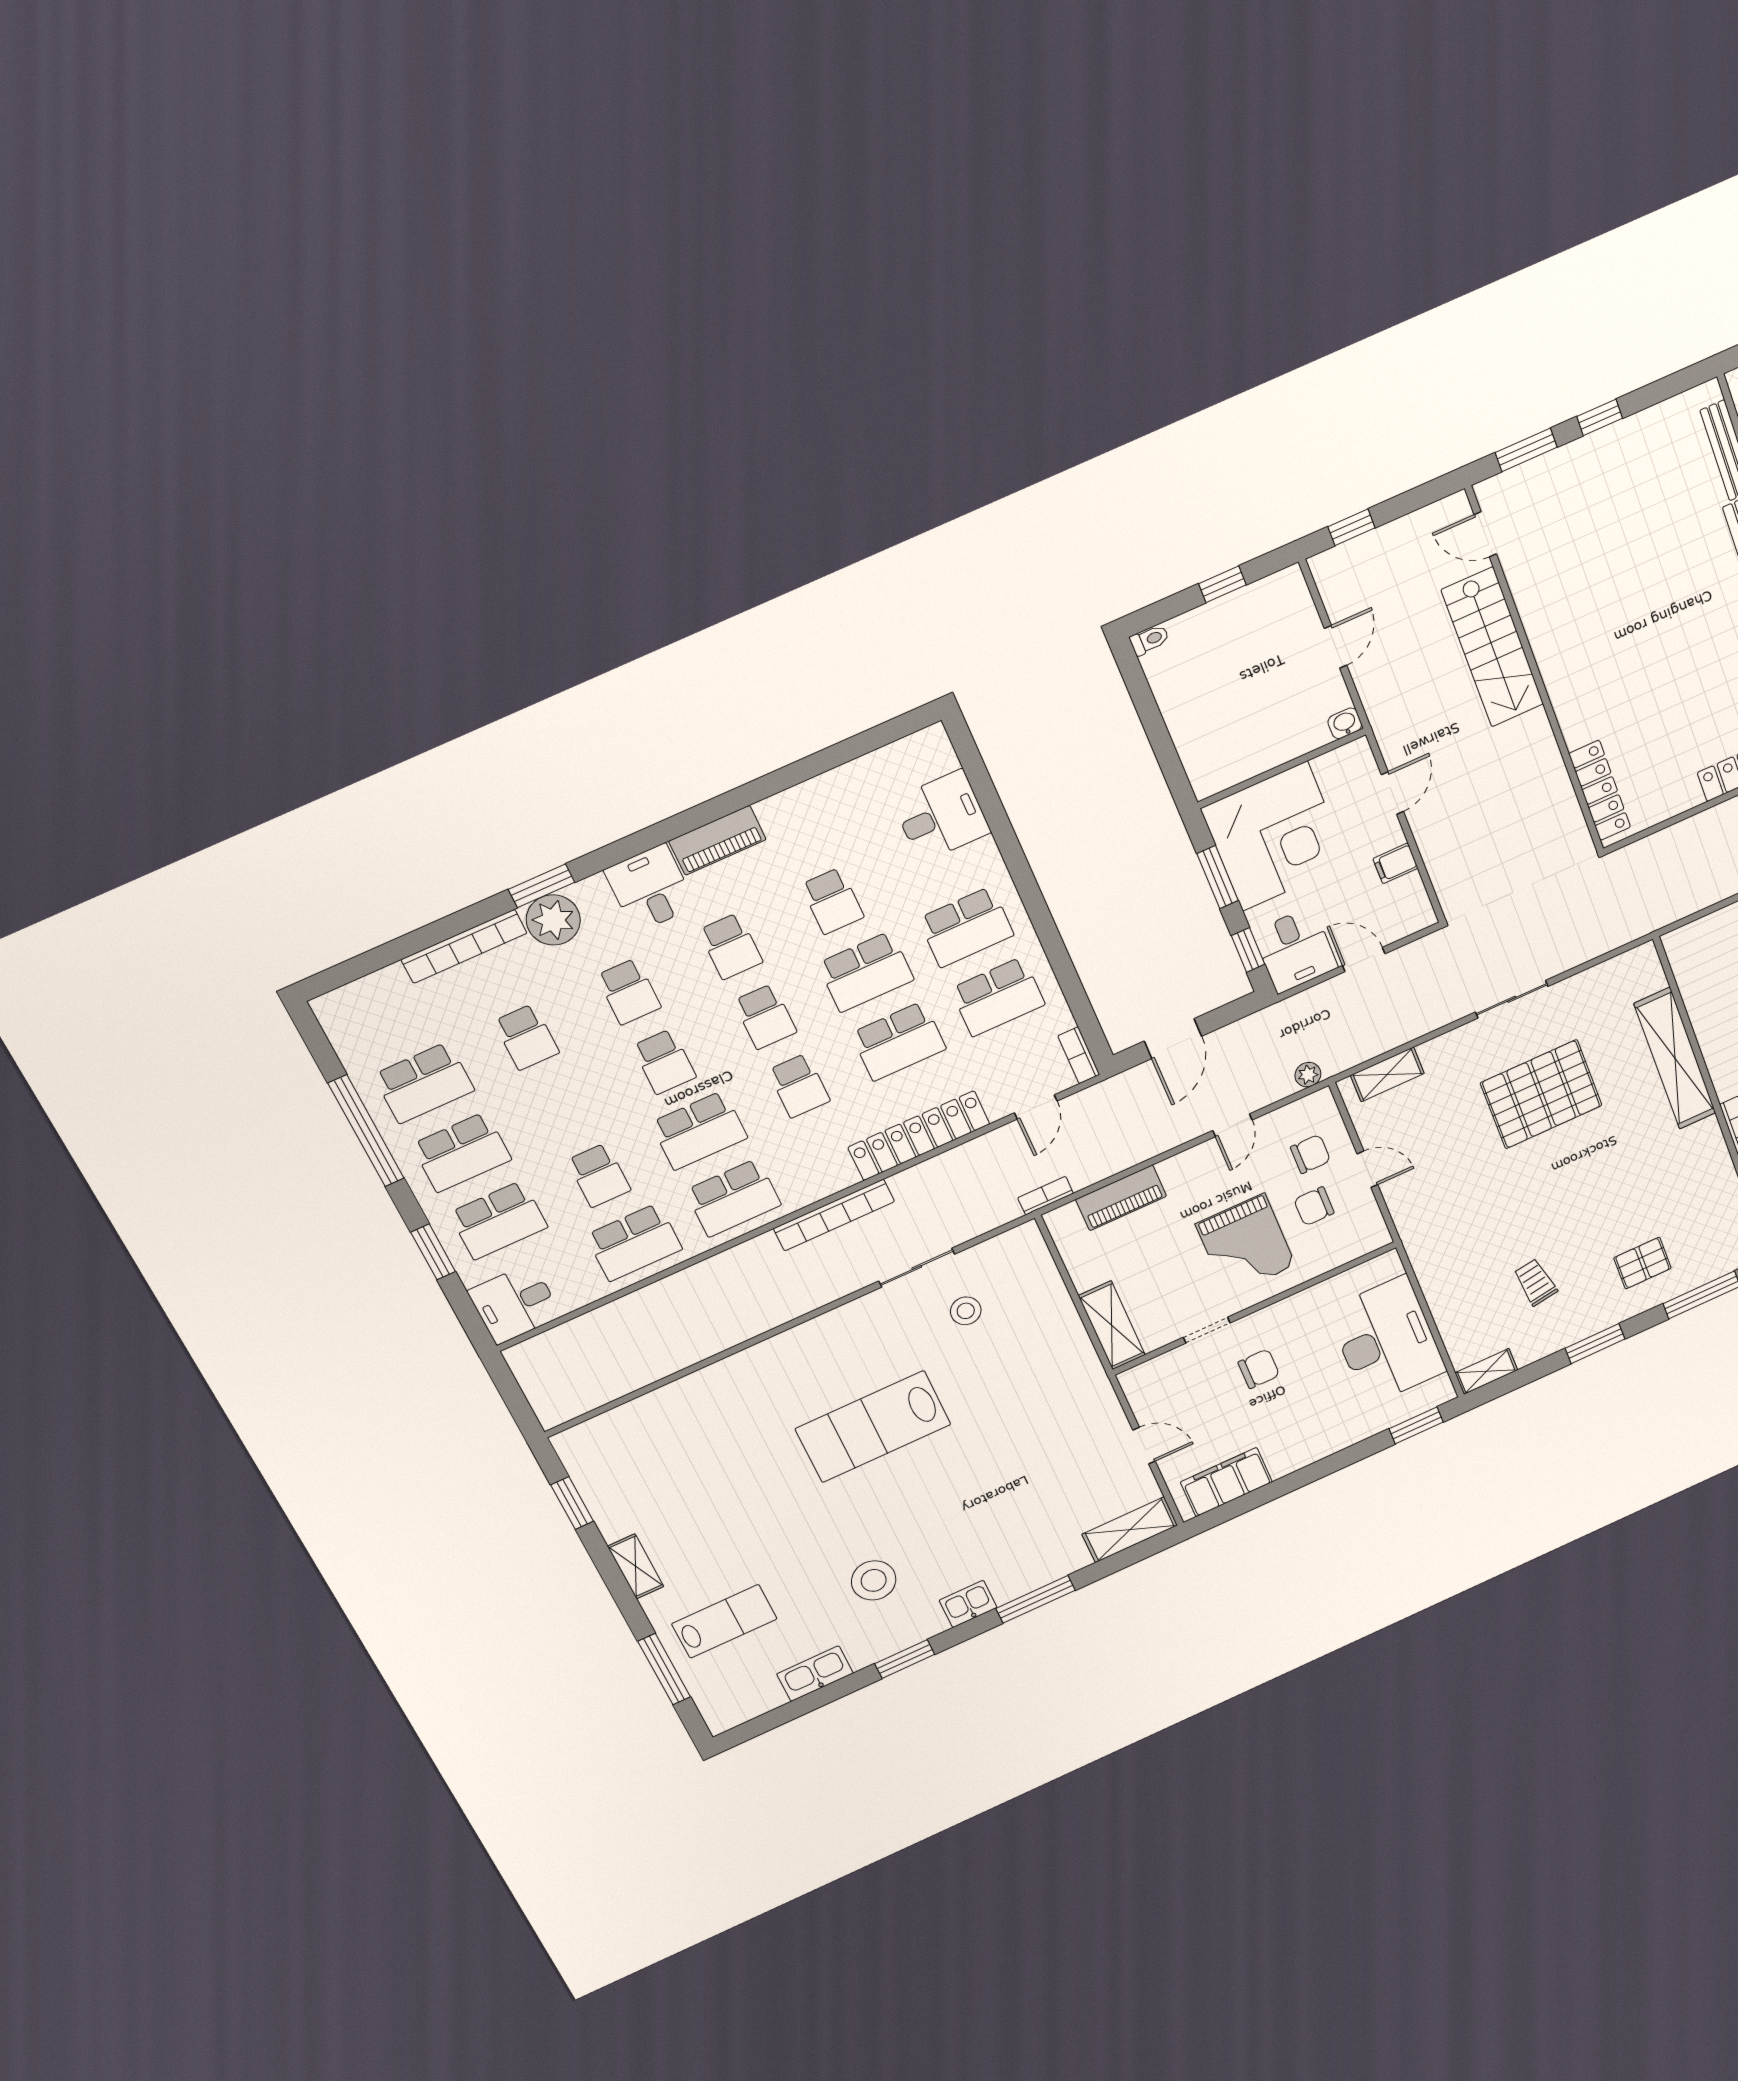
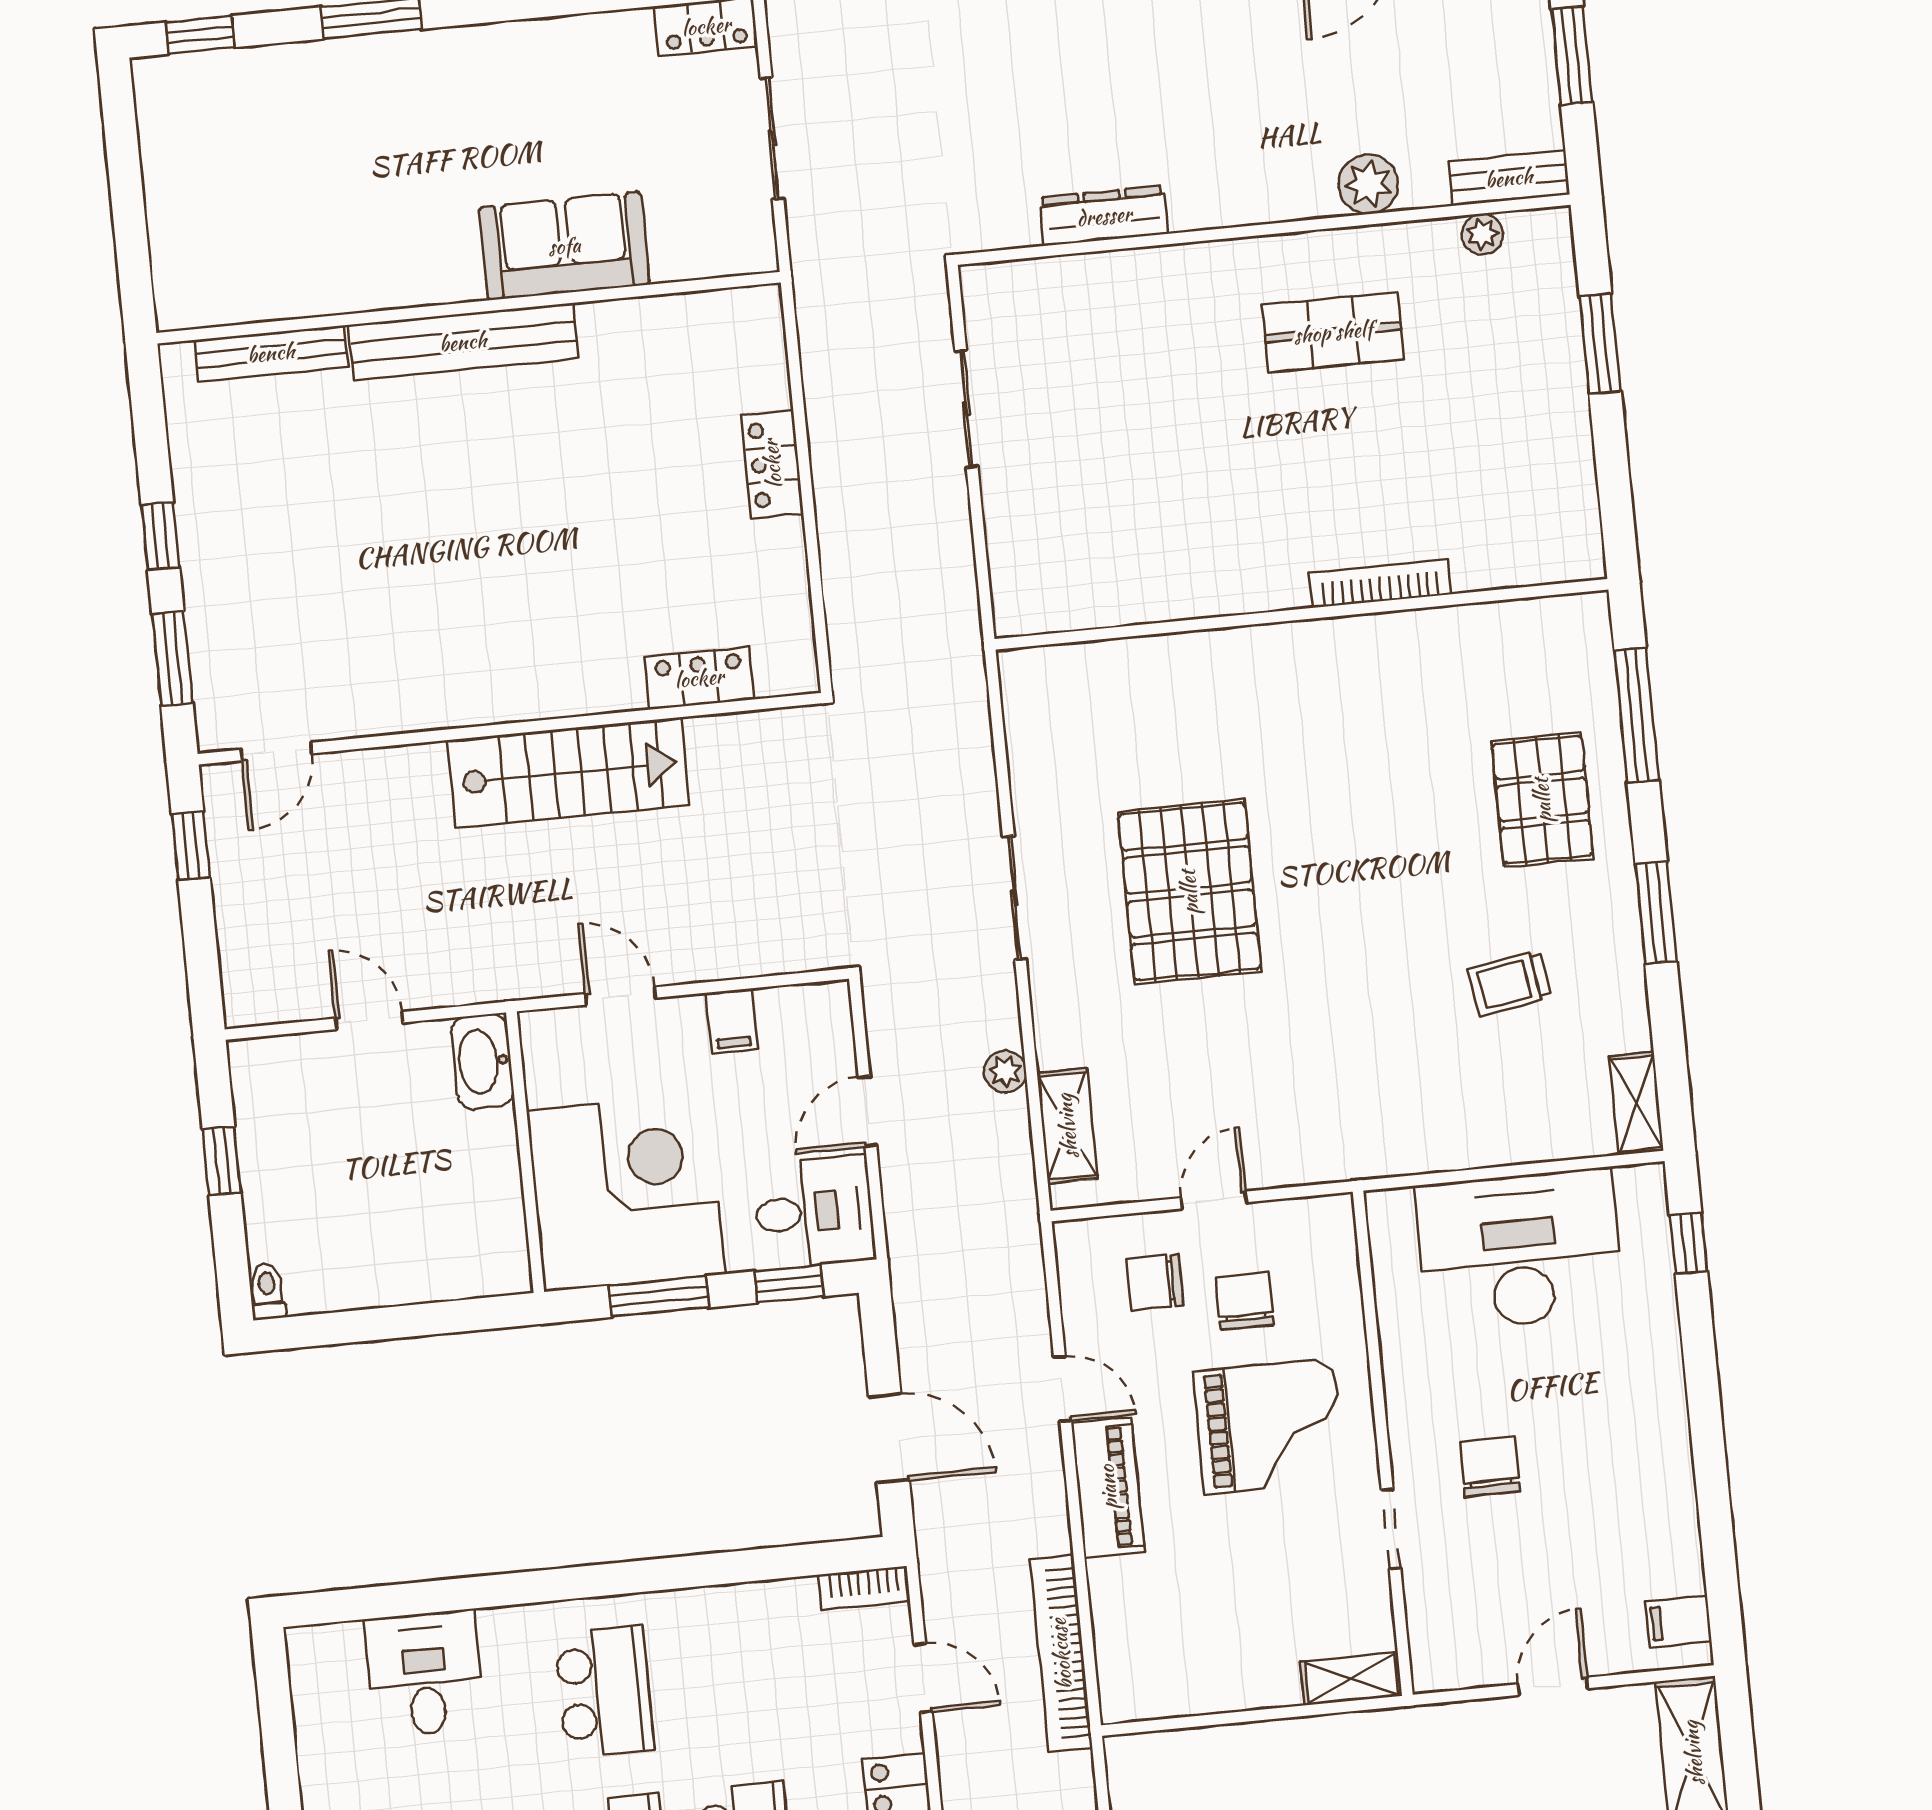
window: (1351, 527) -> (191, 846), moved
stairs: (1493, 647) -> (568, 773), moved
washbasin: (1345, 723) -> (482, 1062), width x1.91, depth x1.45
locker: (1600, 790) -> (699, 678), width x0.66
school desk: (998, 997) -> (728, 1679), removed
shelving: (1675, 1059) -> (1208, 662), removed
plant: (1308, 1075) -> (1005, 1071), moved
chair: (1310, 1154) -> (1155, 1282), turned -90
bookcase: (1046, 1196) -> (1061, 1654), width x2.31, depth x1.31
piano: (1121, 1198) -> (1108, 1487), moved
chair: (1314, 1206) -> (1245, 1301), turned 180
pallet: (1642, 1263) -> (1542, 800), width x1.50, depth x1.42
shelving: (1112, 1325) -> (1351, 1679), width x0.67, depth x0.75
window: (1416, 1425) -> (1688, 1243), width x0.67
filing cabinet: (1226, 1482) -> (1679, 1621), width x0.33, depth x0.86

